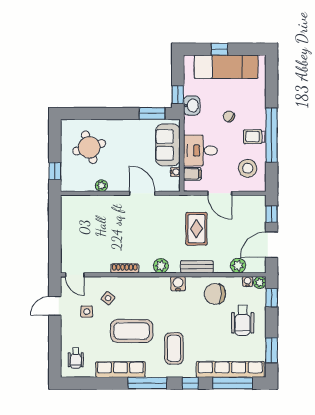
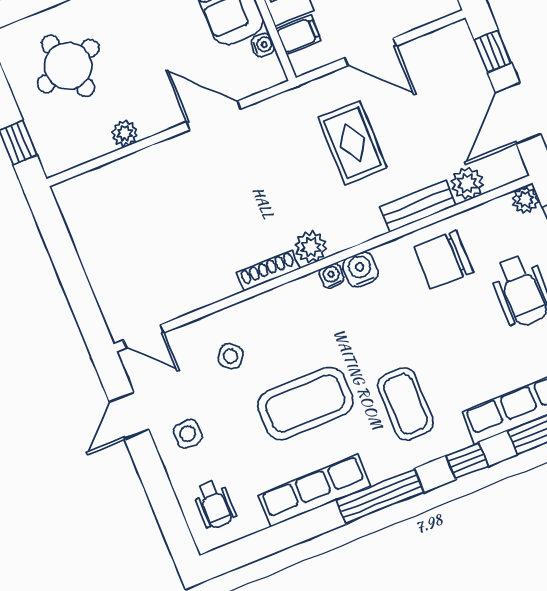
bench: (197, 267) -> (418, 206), moved
shoe rack: (125, 268) -> (268, 271), moved
water cooler: (248, 281) -> (332, 276), moved
side table: (87, 312) -> (188, 434), moved

